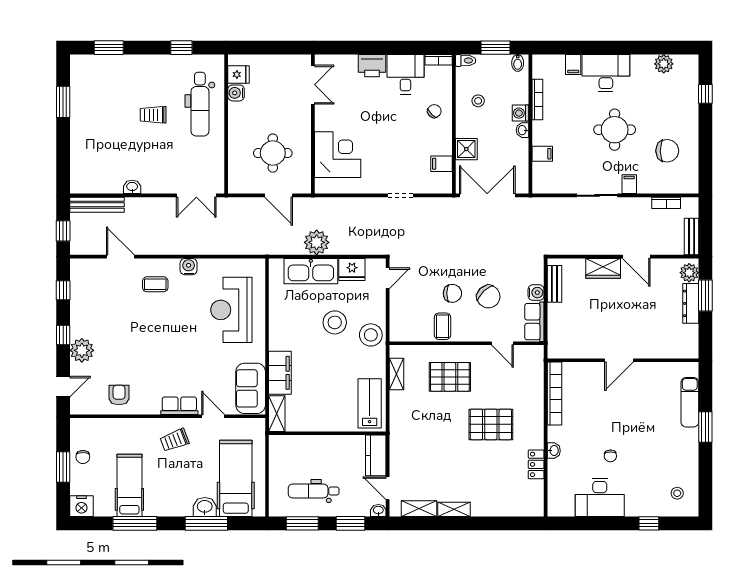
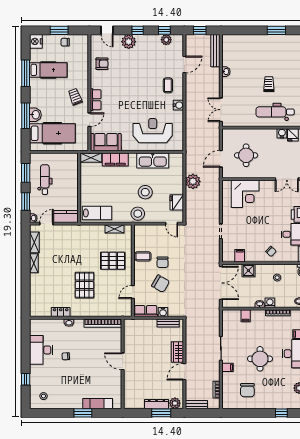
kitchen sink: (311, 271) -> (153, 160), moved, turned -90
plant: (79, 287) -> (166, 40), added
chair: (488, 297) -> (161, 284), turned -106
pallet: (450, 377) -> (113, 261), turned 90

